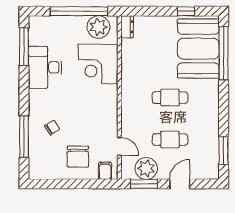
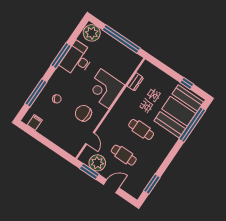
plant: (98, 27) -> (92, 33), moved
dresser: (127, 27) -> (135, 82), moved
window: (24, 47) -> (61, 56), moved
corner desk: (98, 64) -> (105, 89), moved
chair: (78, 157) -> (83, 113), moved, turned 90
filing cabinet: (105, 171) -> (35, 122), moved

